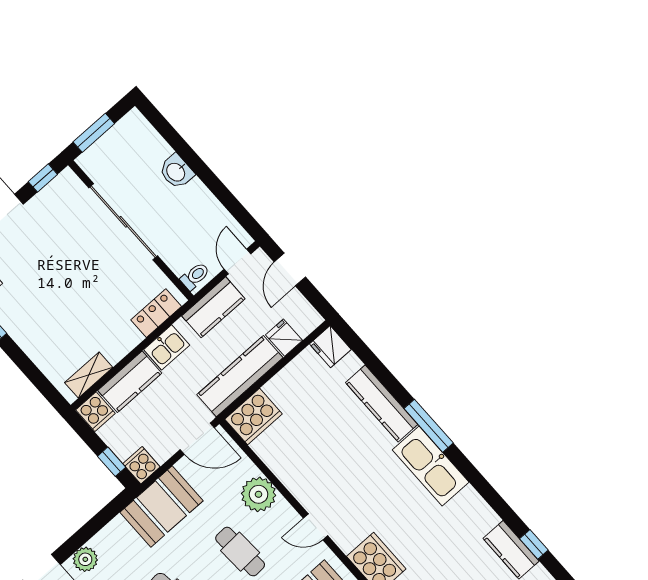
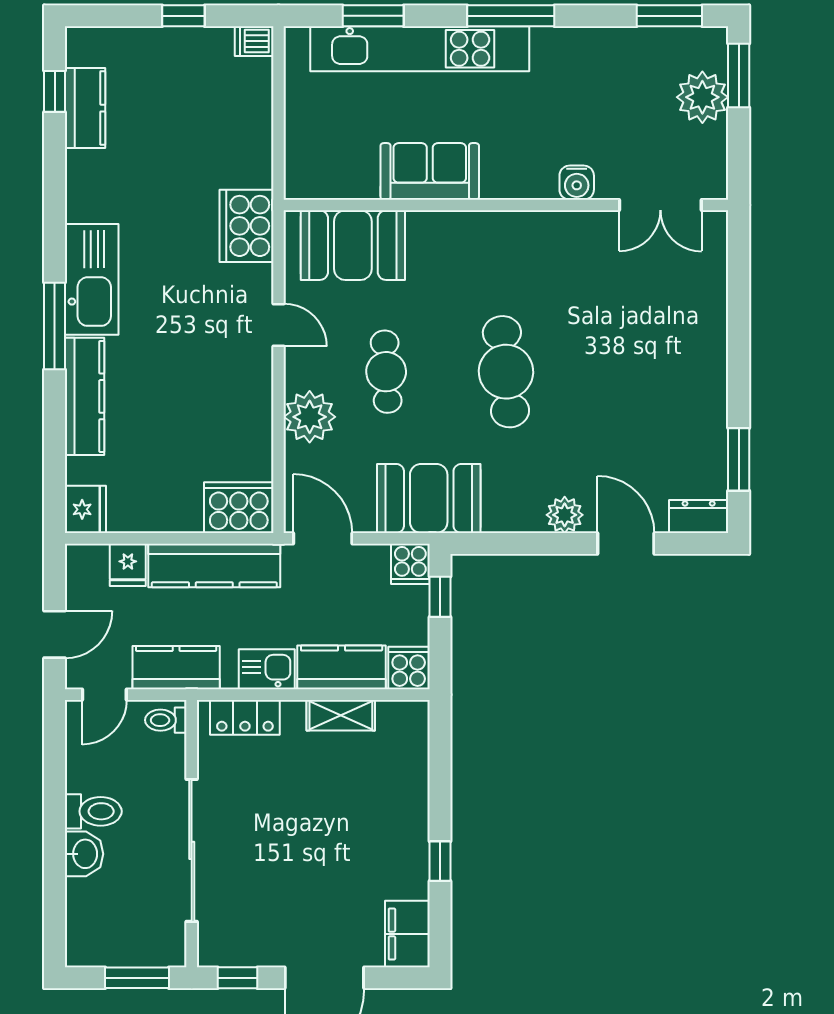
toilet: (191, 197) -> (93, 811), added
shelving: (89, 375) -> (341, 715), moved

